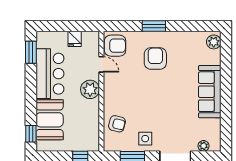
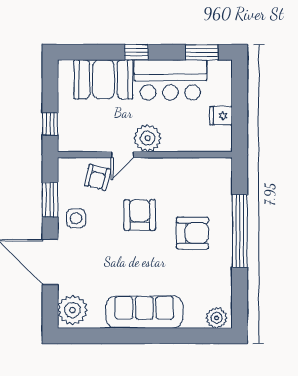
window: (154, 26) -> (240, 231), width x2.11
armchair: (115, 46) -> (140, 215), moved, turned 180
door: (101, 64) -> (122, 155), moved
window: (31, 134) -> (136, 52), moved
plant: (204, 146) -> (72, 310), width x1.88, depth x1.88

